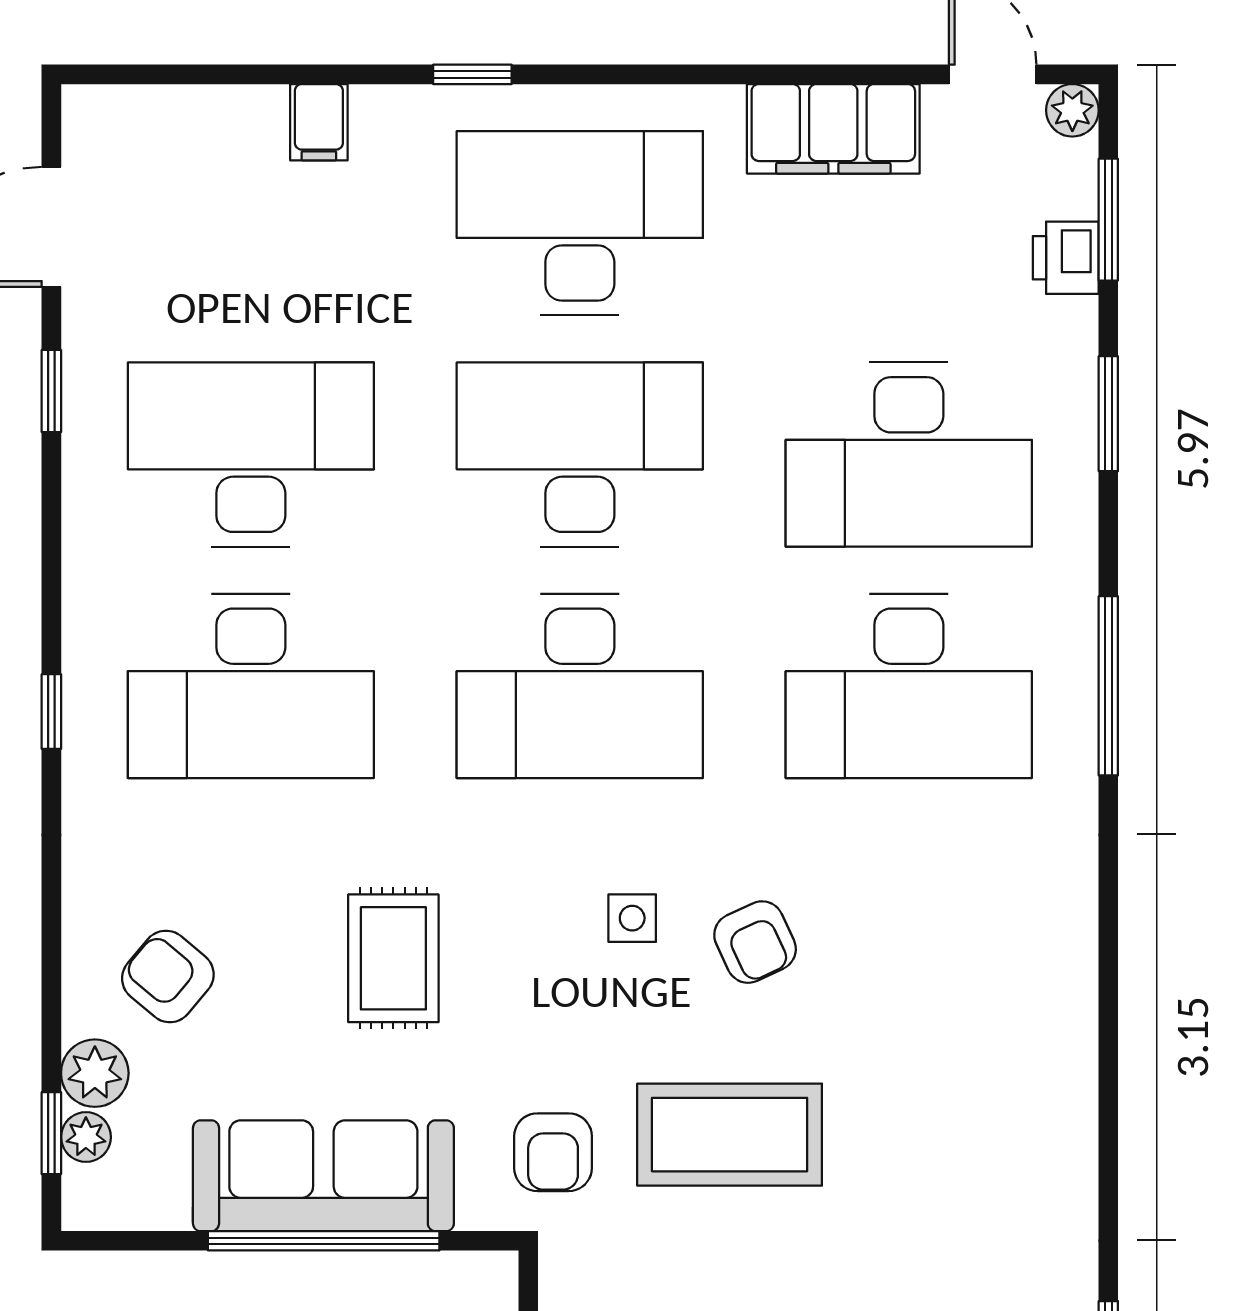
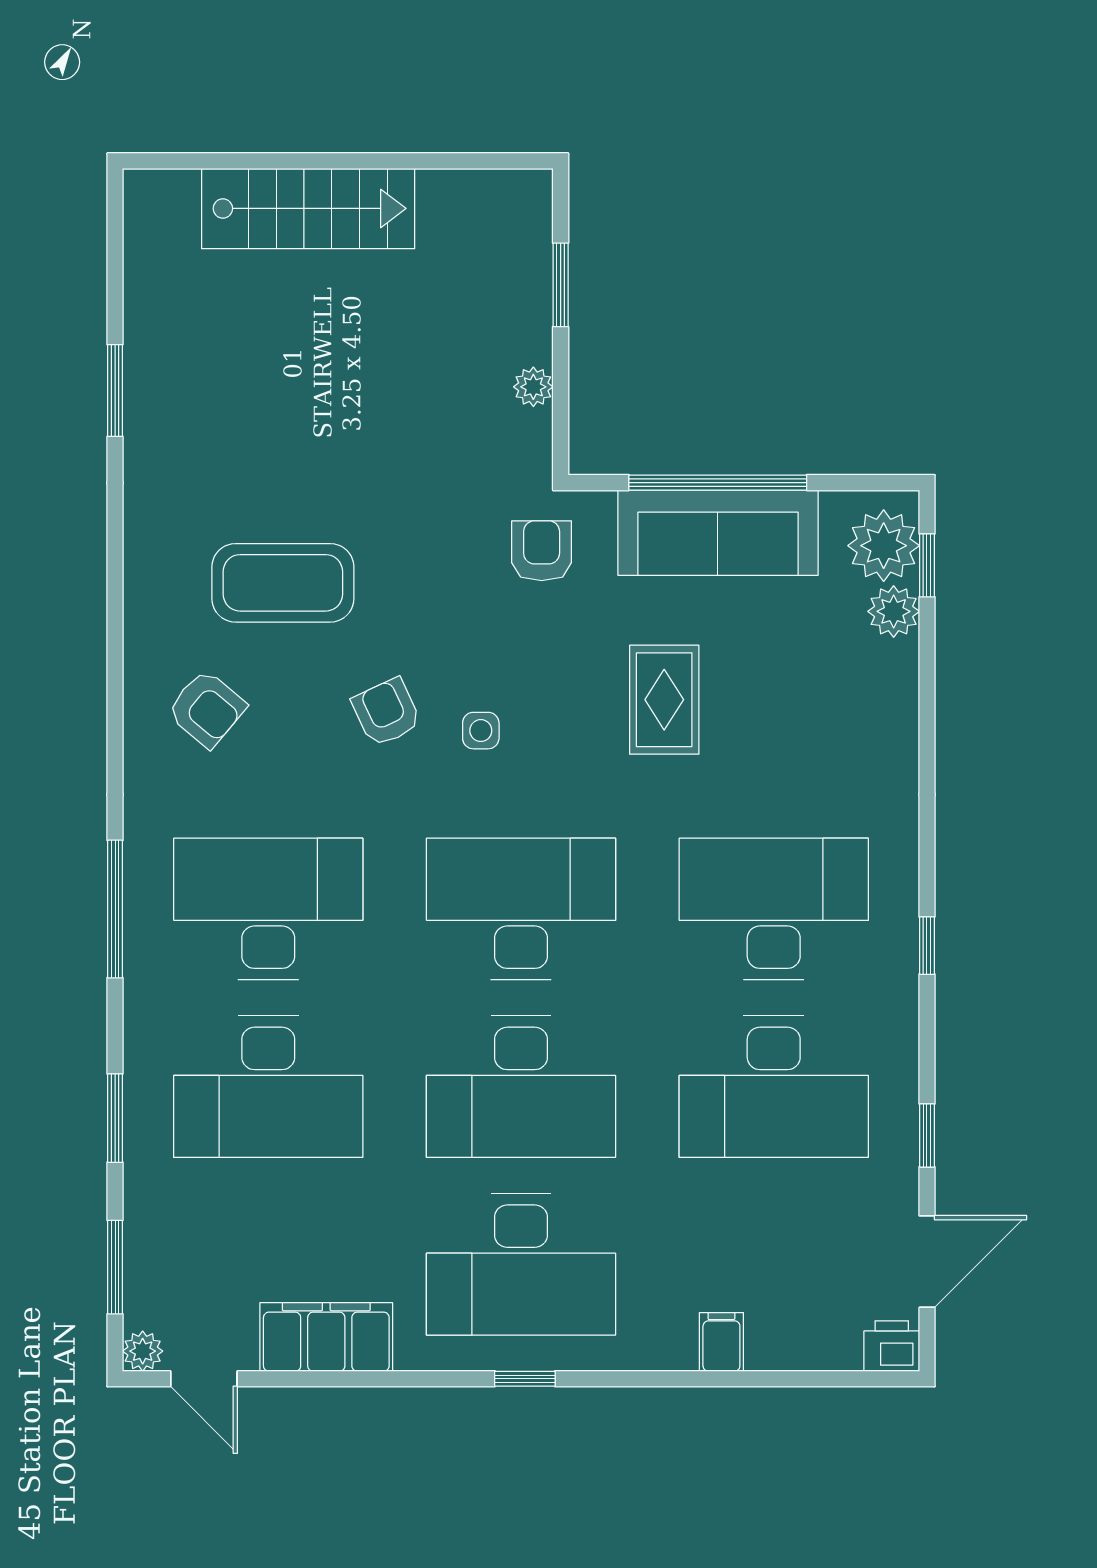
window: (472, 74) -> (525, 1379), moved
printer: (1066, 258) -> (892, 1346), moved, turned -90
desk: (909, 455) -> (268, 1087), turned 180
window: (51, 712) -> (927, 946), moved
armchair: (168, 976) -> (207, 709), moved
coffee table: (730, 1135) -> (283, 583), moved
plant: (86, 1137) -> (884, 546), width x1.88, depth x1.88

